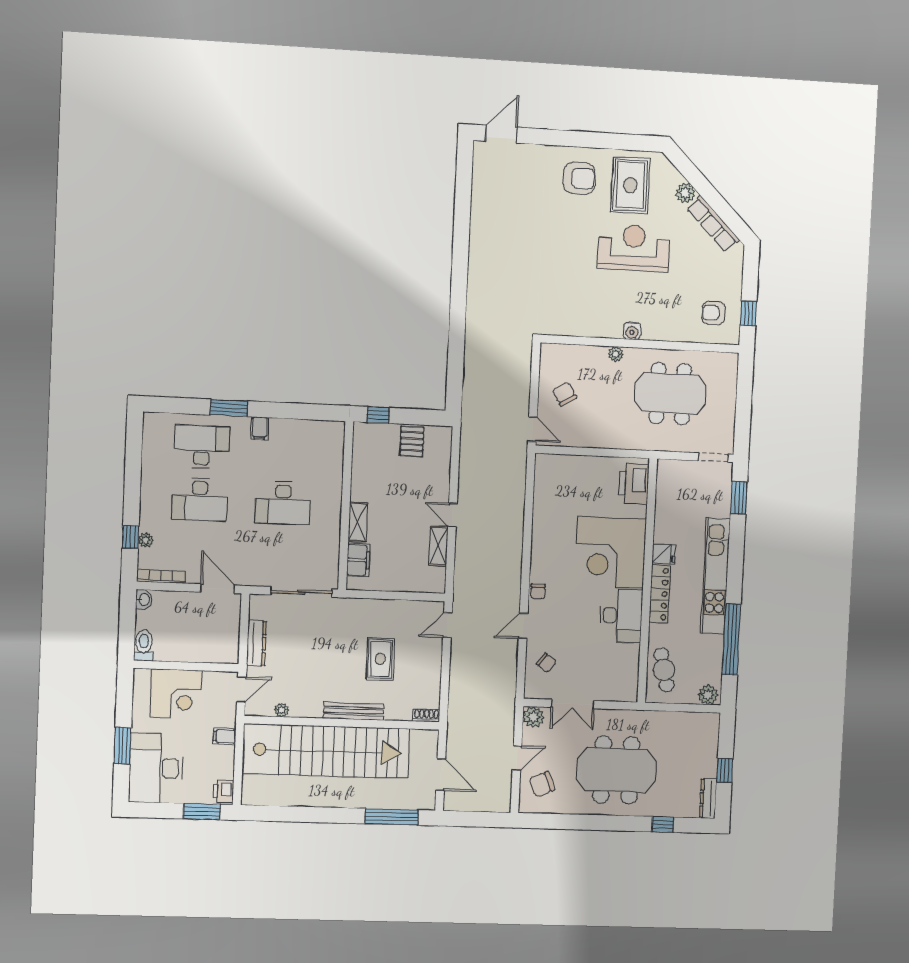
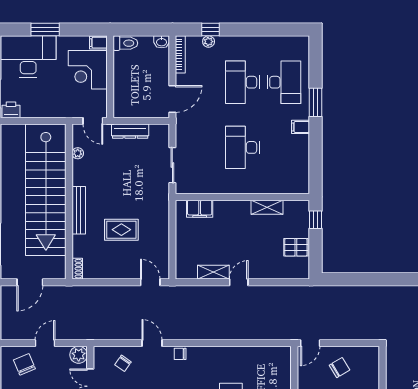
shelving: (358, 522) -> (267, 207), moved
sliding door: (302, 592) -> (172, 165), width x0.73
filing cabinet: (225, 736) -> (98, 43), moved, turned -90
door: (517, 758) -> (45, 343), swing flipped

